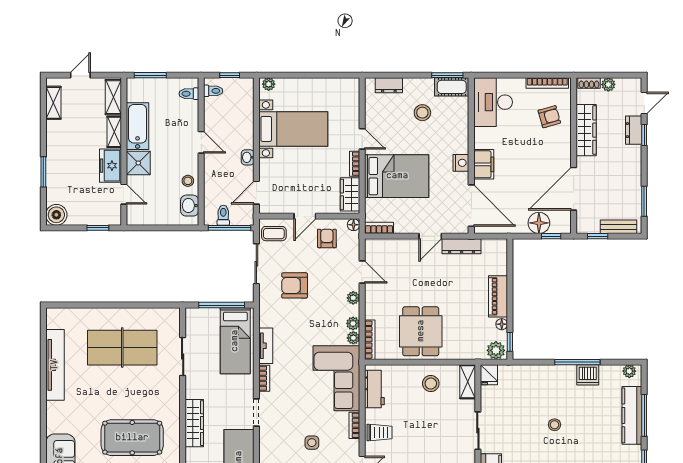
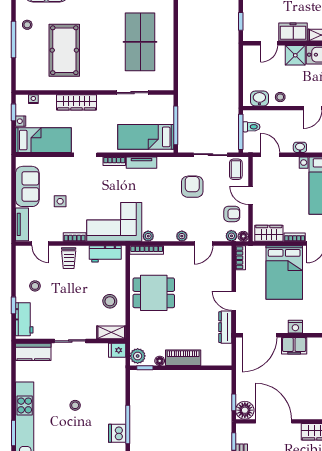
floor lamp: (539, 223) -> (245, 410), moved
plant: (353, 323) -> (231, 236), moved

